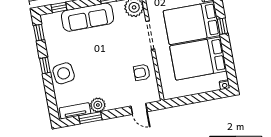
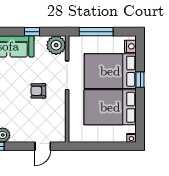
armchair: (142, 72) -> (38, 91), moved
door: (139, 109) -> (43, 146), hinge flipped

